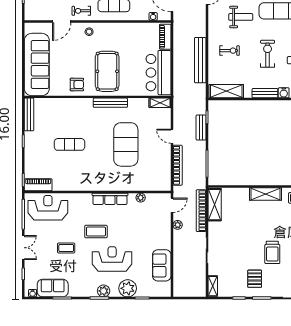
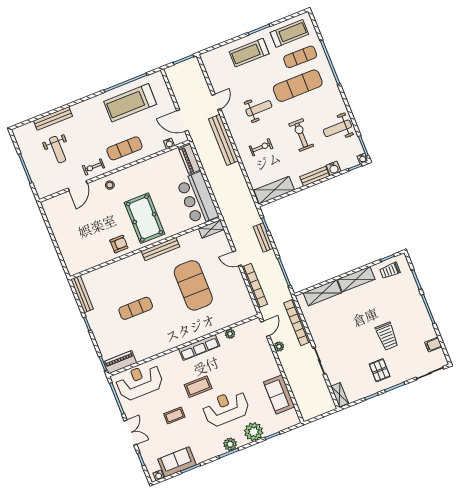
bench: (200, 60) -> (223, 140), moved
sofa: (37, 64) -> (70, 240), removed
shelving: (215, 205) -> (322, 293), moved, turned 90

